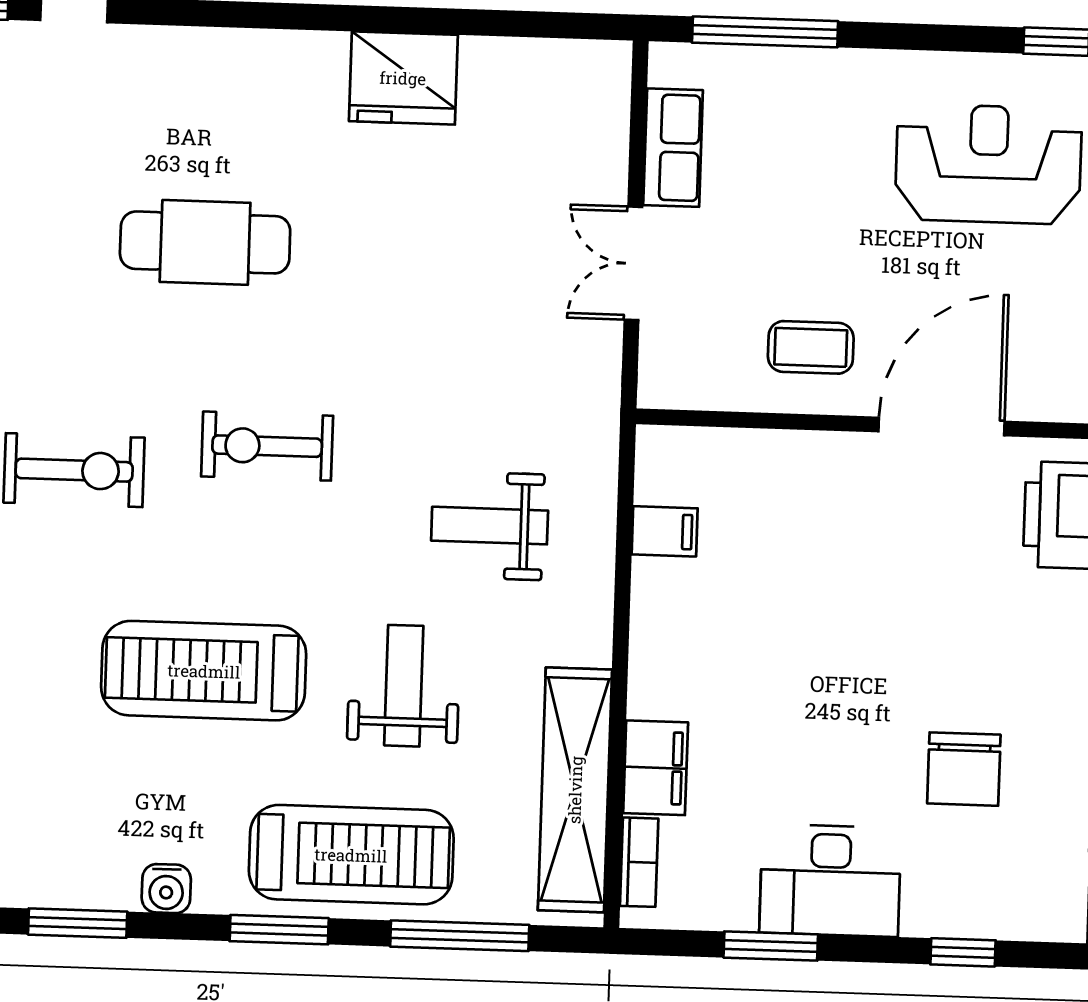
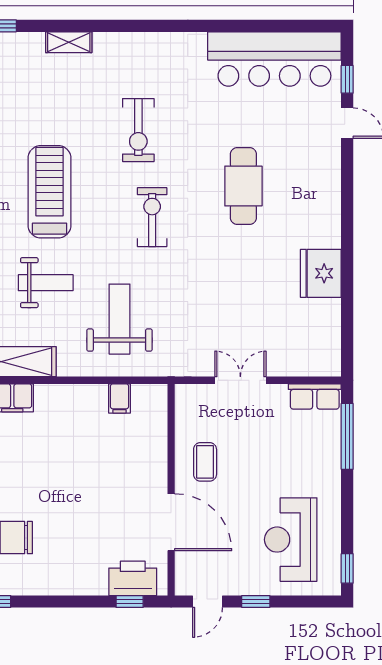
row of seats: (673, 148) -> (315, 396), moved
reception desk: (988, 164) -> (291, 540), turned 180
weight bench: (490, 526) -> (119, 319), width x1.36, depth x1.33

